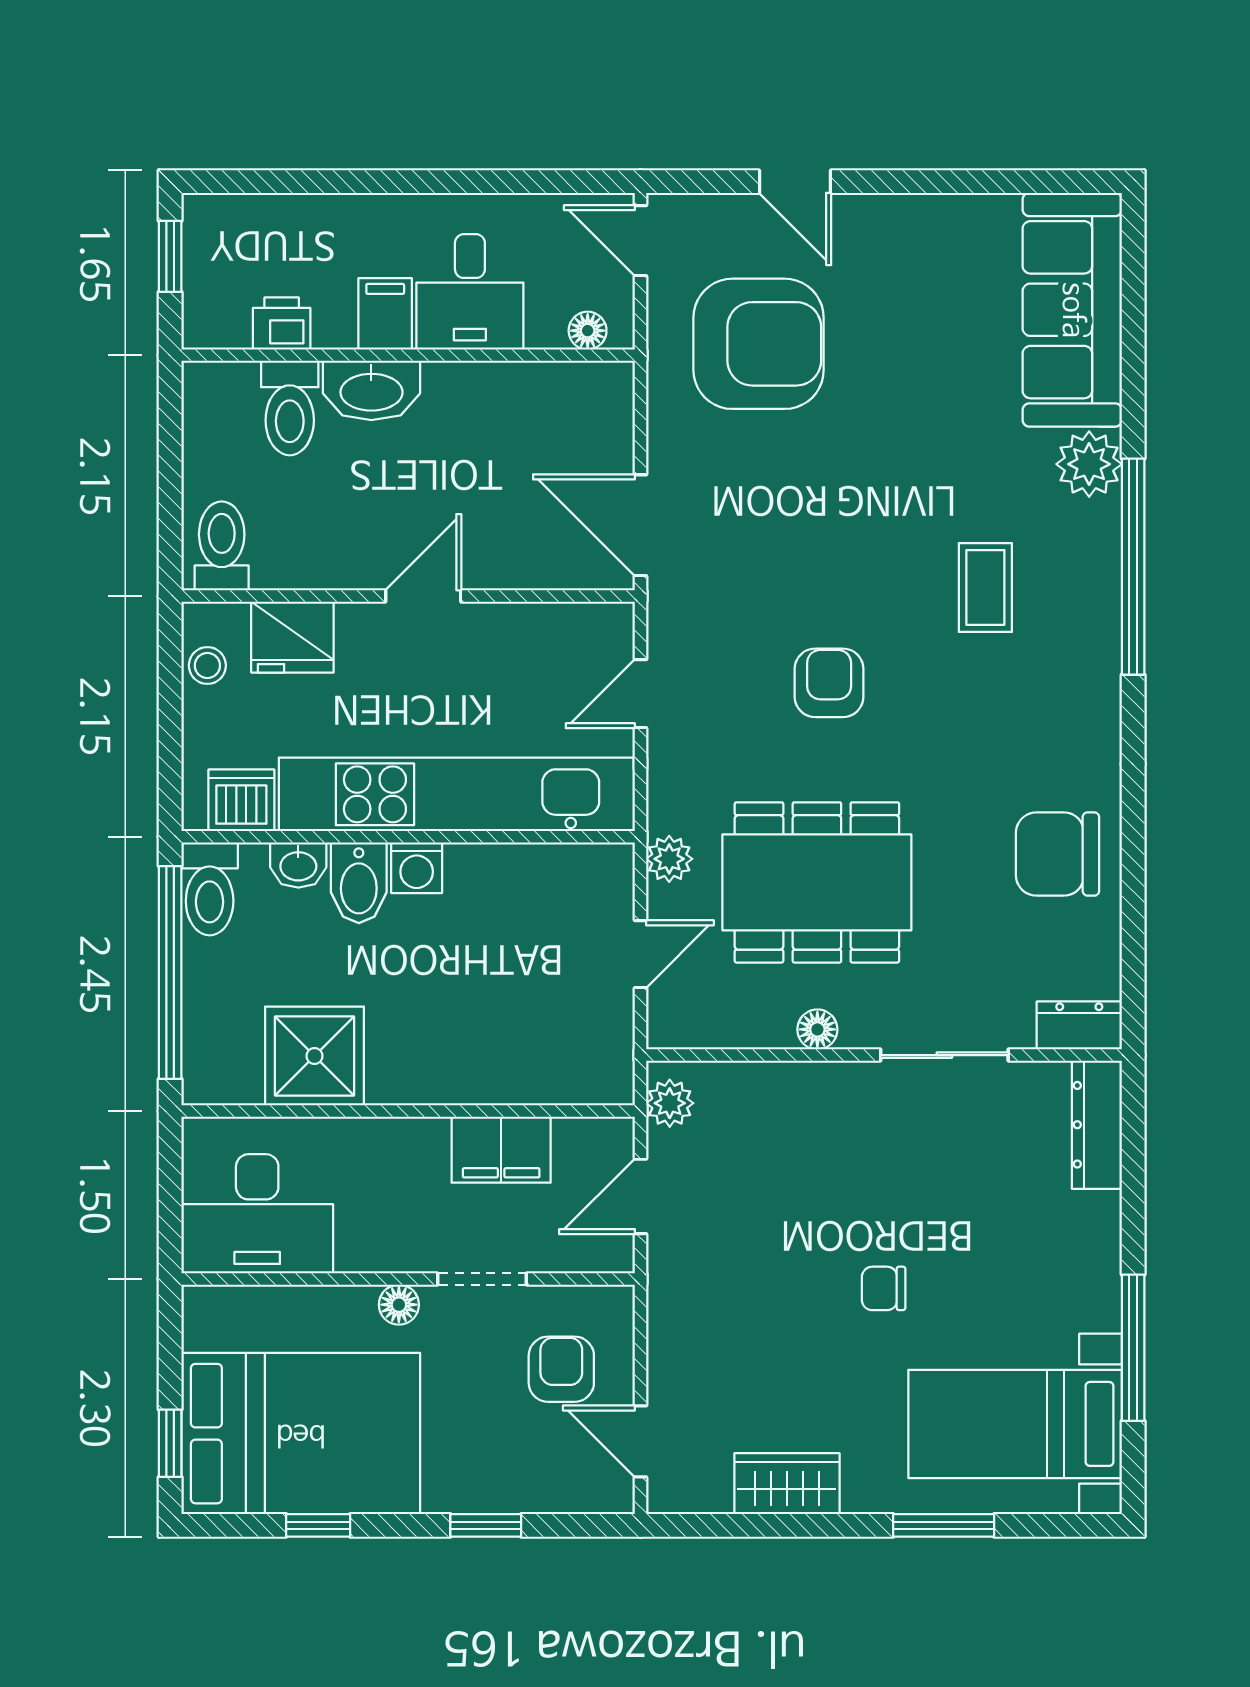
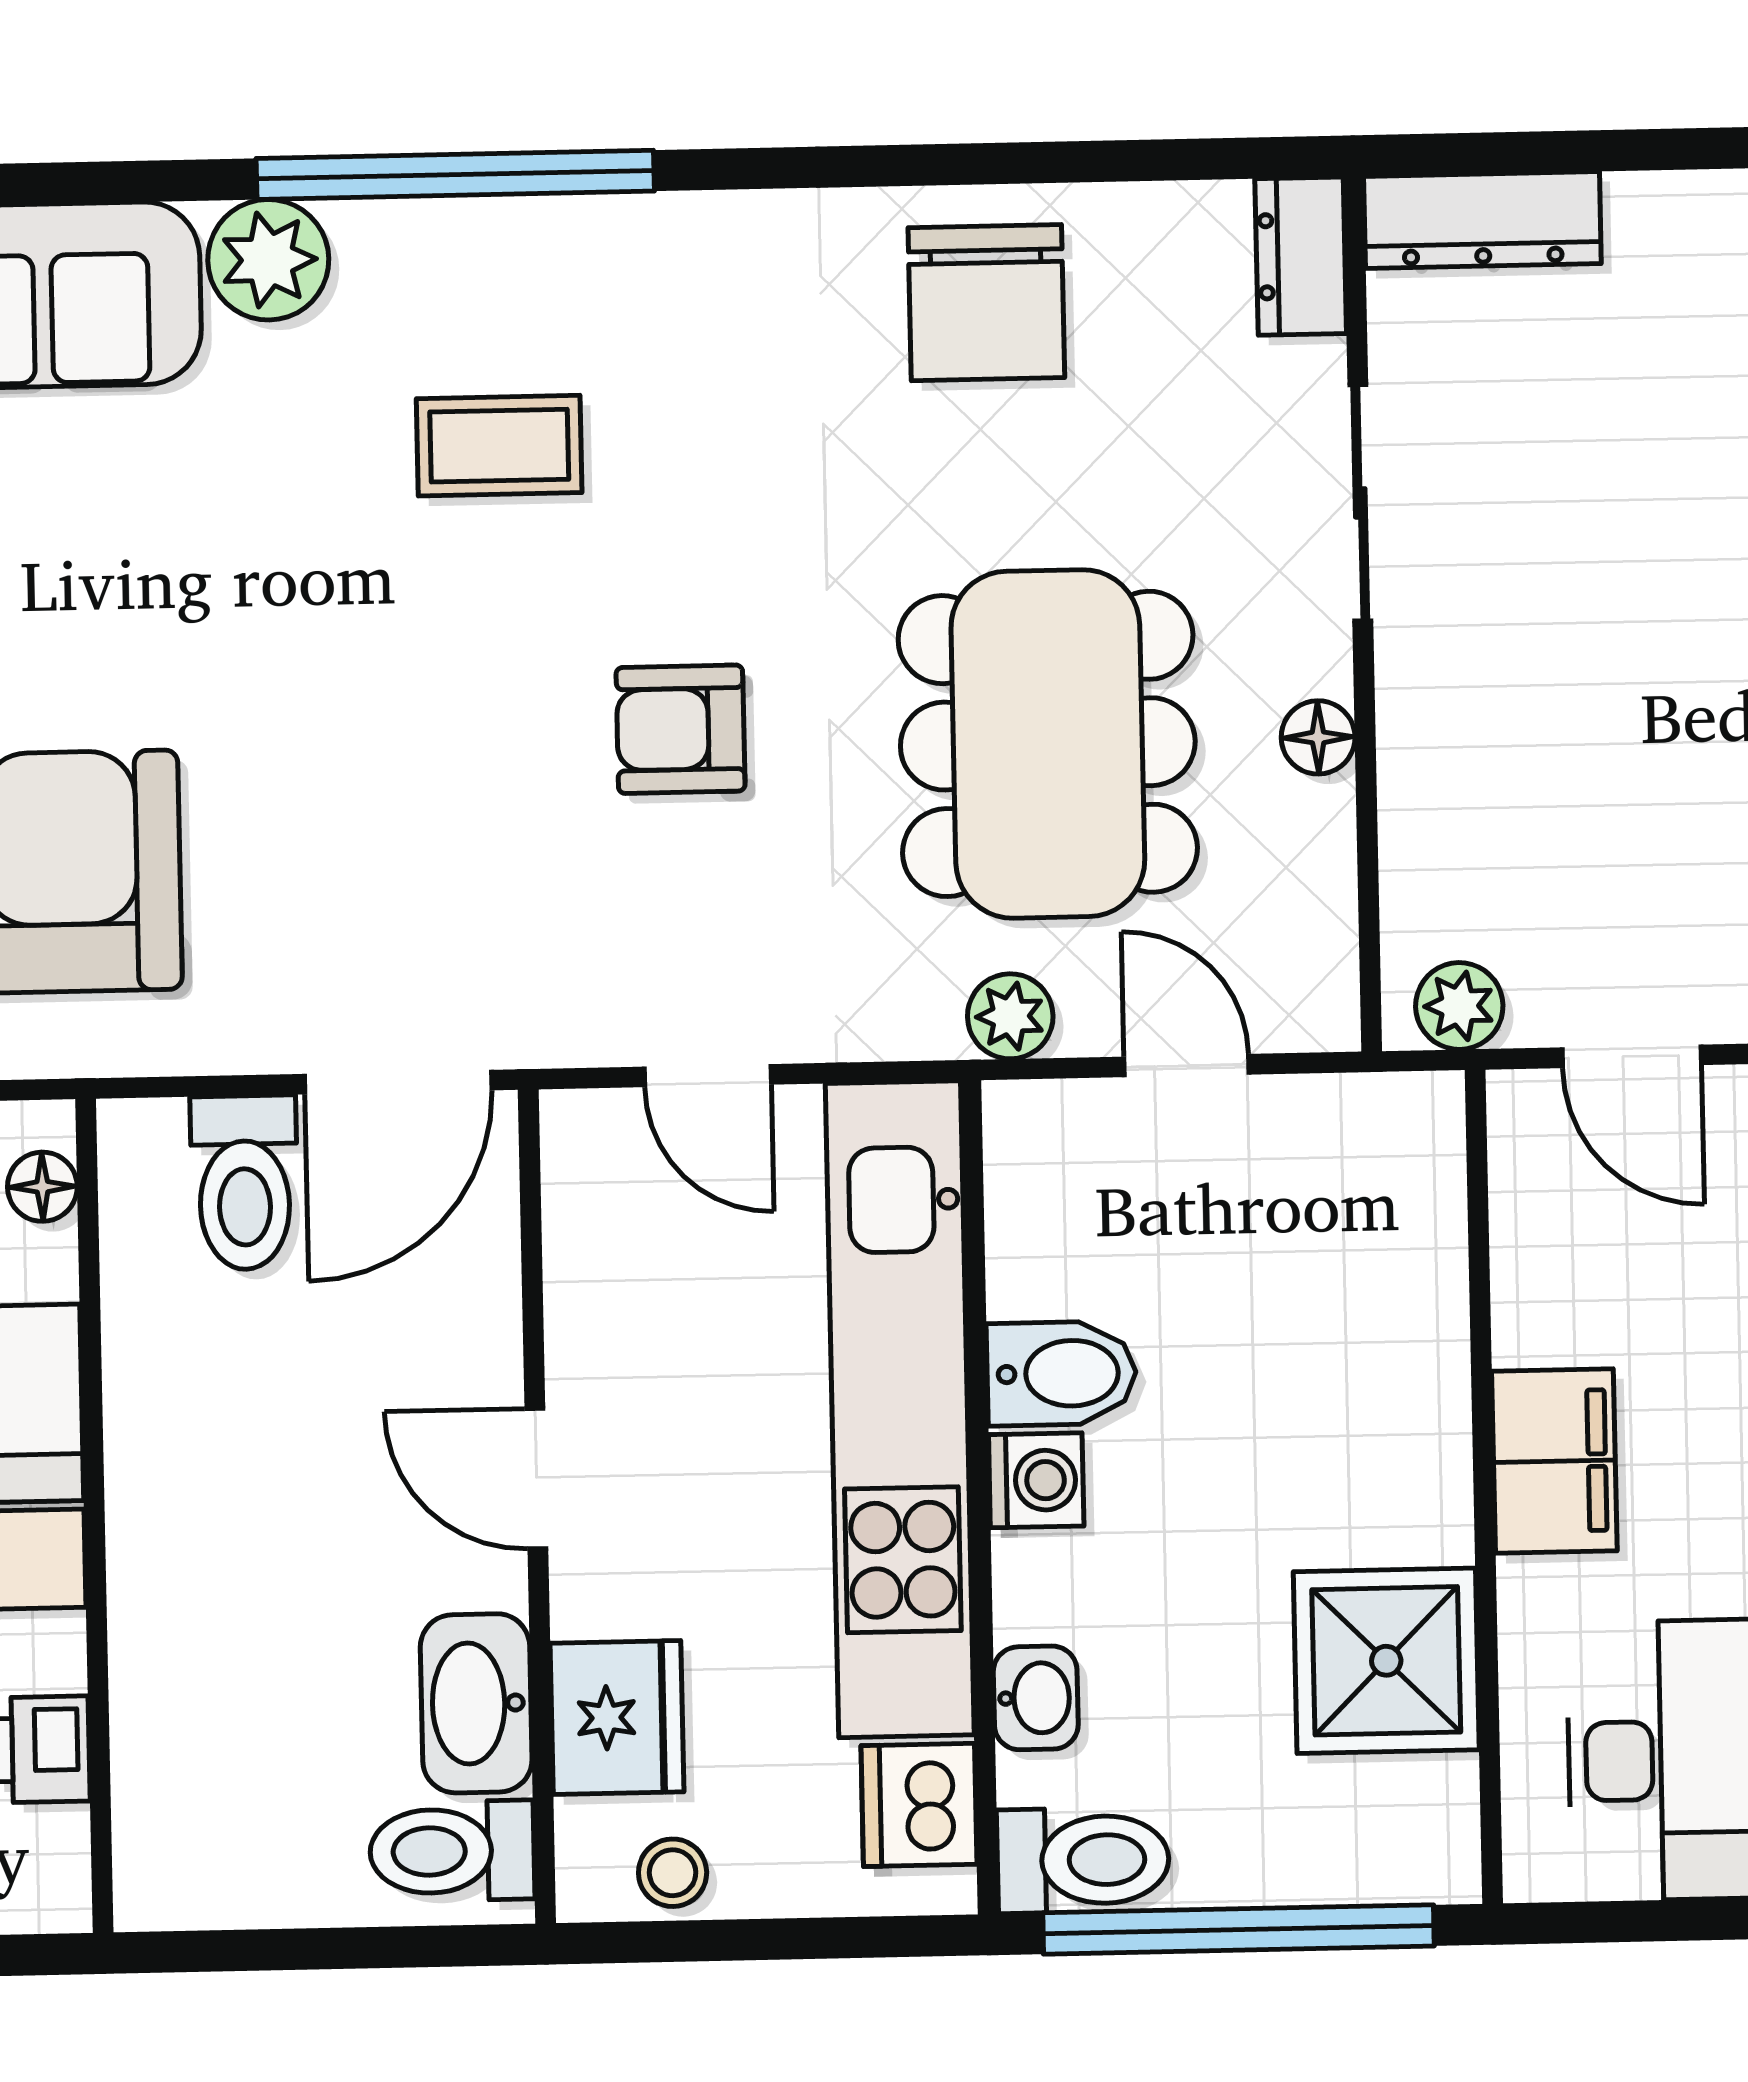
washbasin: (371, 390) -> (476, 1703), moved, turned 180
toilet: (290, 408) -> (244, 1183), moved, turned 90
bidet: (359, 883) -> (1062, 1373), moved
filing cabinet: (501, 1150) -> (1554, 1461), moved

